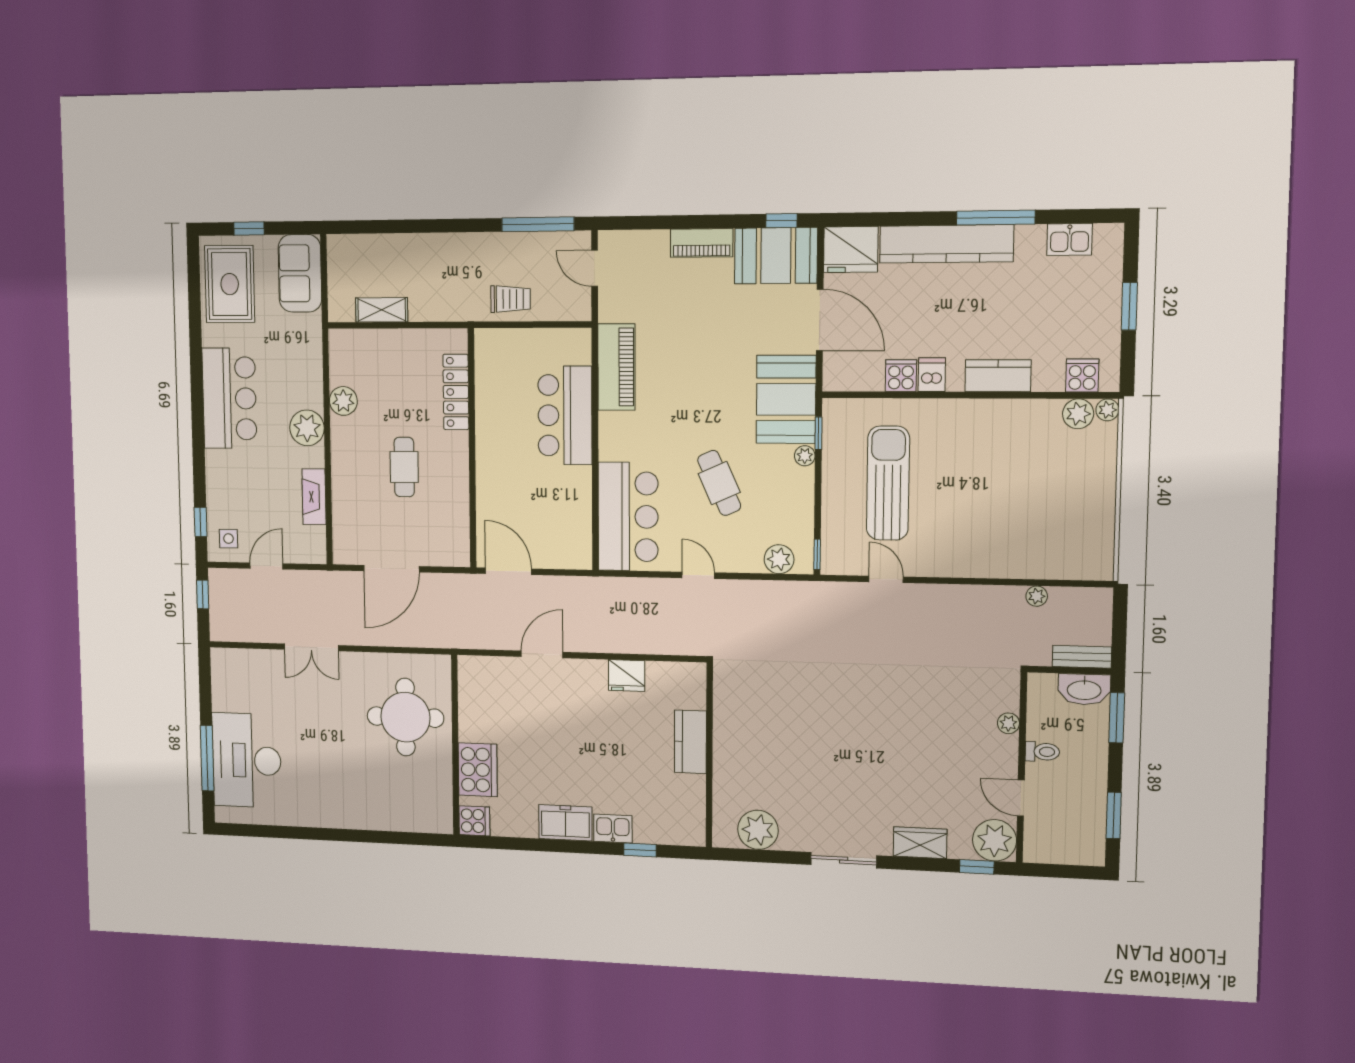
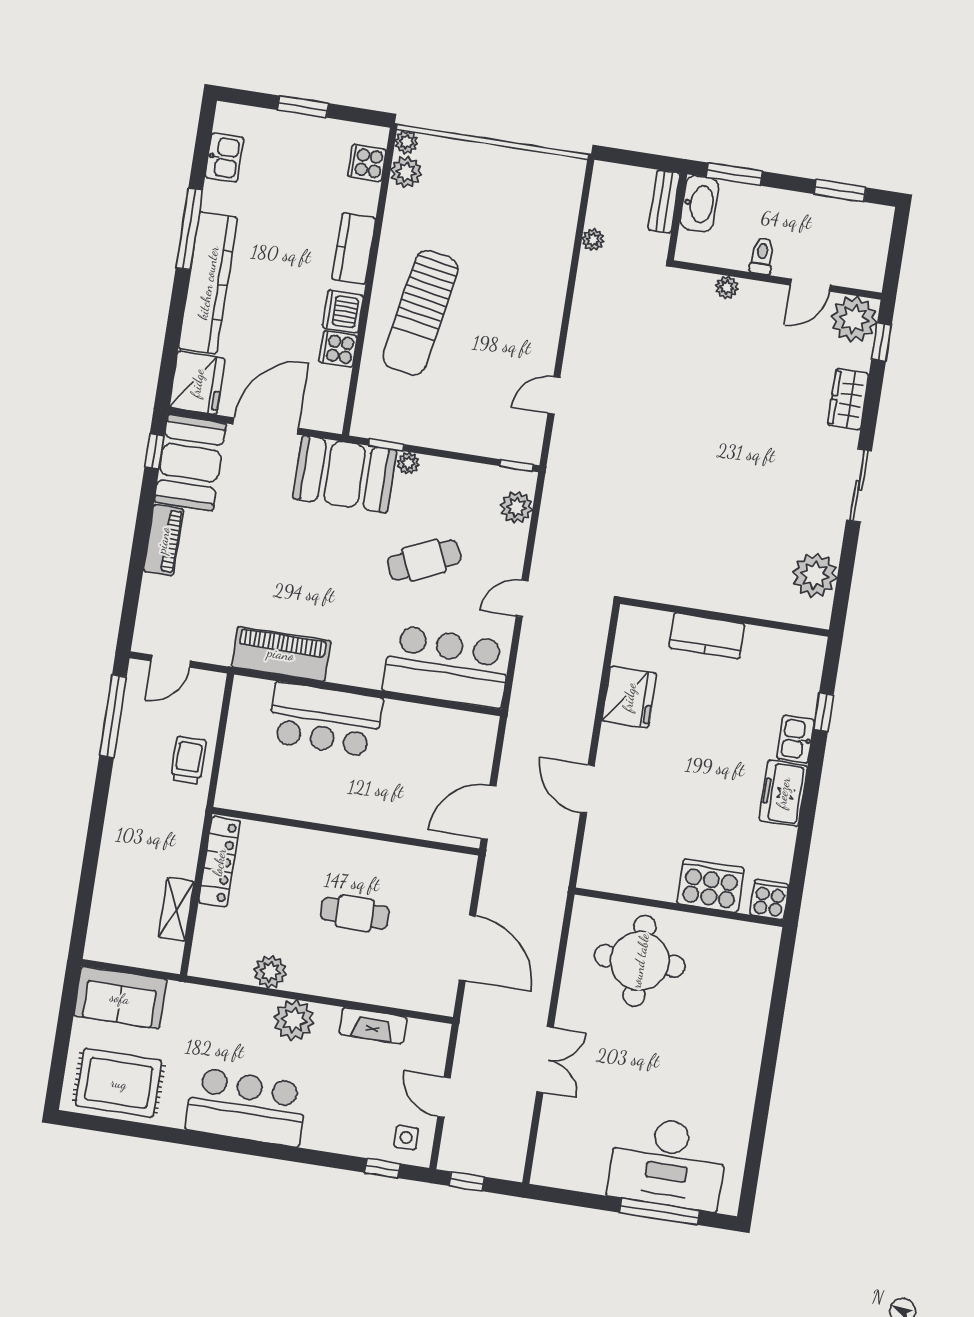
window: (249, 229) -> (61, 1049), removed
dishwasher: (932, 375) -> (343, 311), width x1.38
locker: (456, 392) -> (219, 862), moved, turned -90
sun lounger: (888, 483) -> (420, 313), moved, turned -80
fridge: (627, 676) -> (629, 697), width x1.36, depth x1.34

